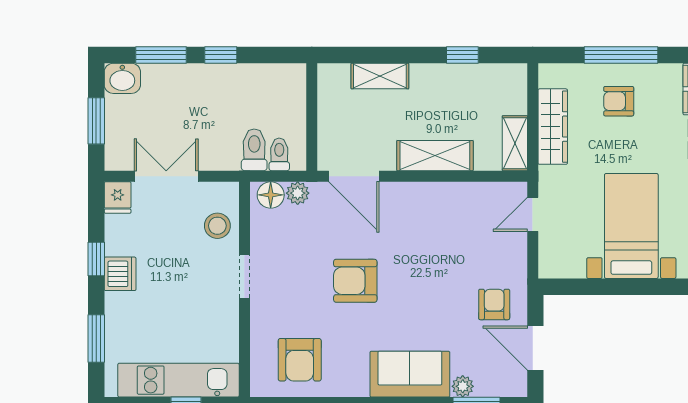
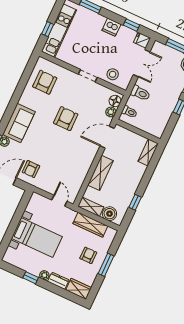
window: (621, 55) -> (106, 265), width x0.69
shelving: (380, 76) -> (148, 152), moved
boiler: (511, 97) -> (109, 214), added
toilet: (254, 150) -> (140, 93), moved
window: (96, 259) -> (132, 25), moved
armchair: (494, 304) -> (31, 169), turned 90
armchair: (300, 360) -> (45, 82), turned 90

